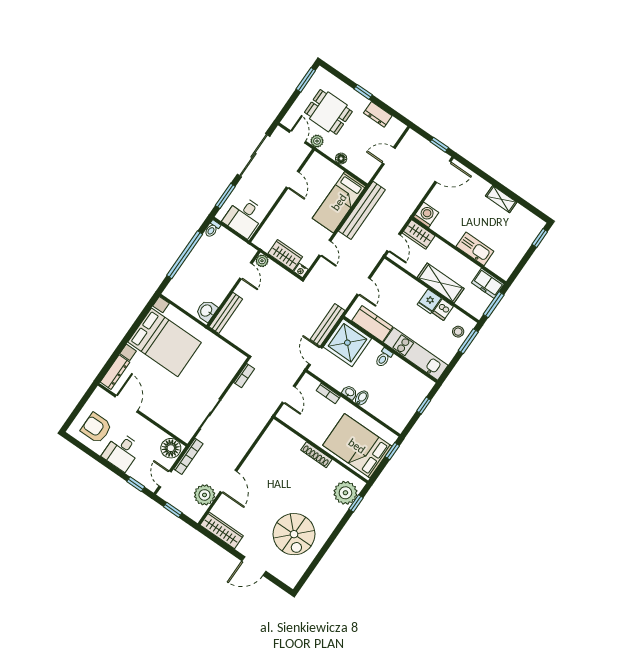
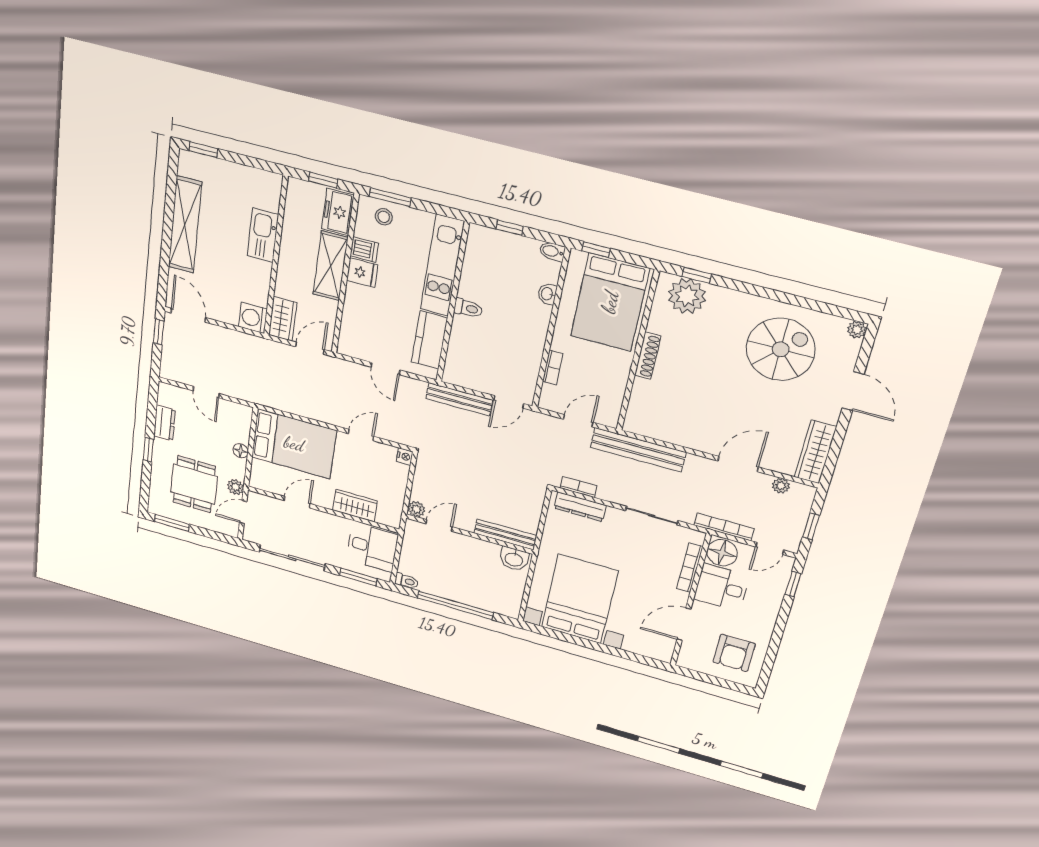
shelving: (501, 199) -> (185, 225), width x2.20, depth x1.33
bed: (339, 202) -> (294, 444), width x1.50
bench: (362, 210) -> (638, 450), moved
wardrobe: (285, 255) -> (355, 506), moved, turned 90
freezer: (488, 283) -> (338, 212), moved, turned 180
door: (363, 286) -> (385, 369), swing flipped
window: (494, 305) -> (323, 180), width x0.67
shower: (347, 343) -> (471, 365), removed
dresser: (115, 372) -> (580, 507), moved, turned 180
washbasin: (350, 392) -> (547, 294), moved
bidet: (362, 398) -> (552, 251), moved
bookcase: (166, 424) -> (690, 568), added
desk: (122, 452) -> (722, 587), moved, turned 180
plant: (205, 495) -> (781, 486), width x0.53, depth x0.53
plant: (291, 581) -> (857, 330), added

